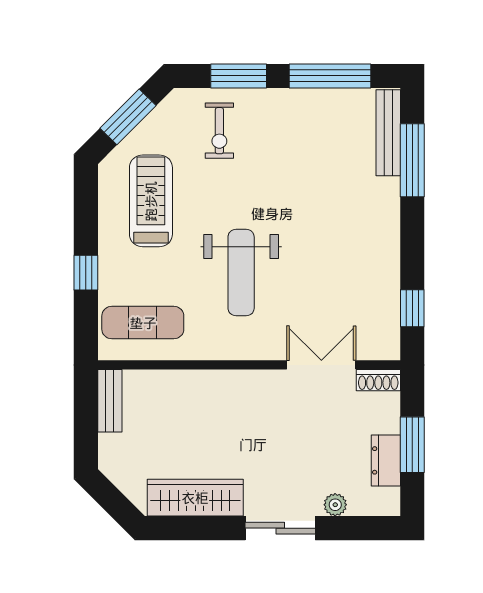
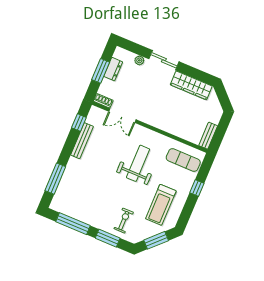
bench: (388, 133) -> (82, 141), moved

